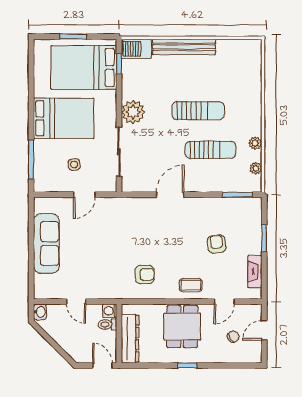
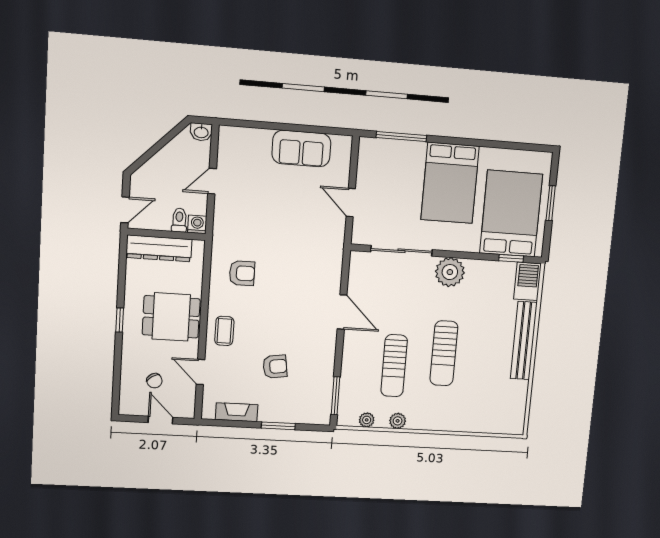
side table: (74, 165) -> (390, 192), removed
sofa: (46, 244) -> (301, 148), width x0.73
armchair: (145, 274) -> (242, 273), turned -90

